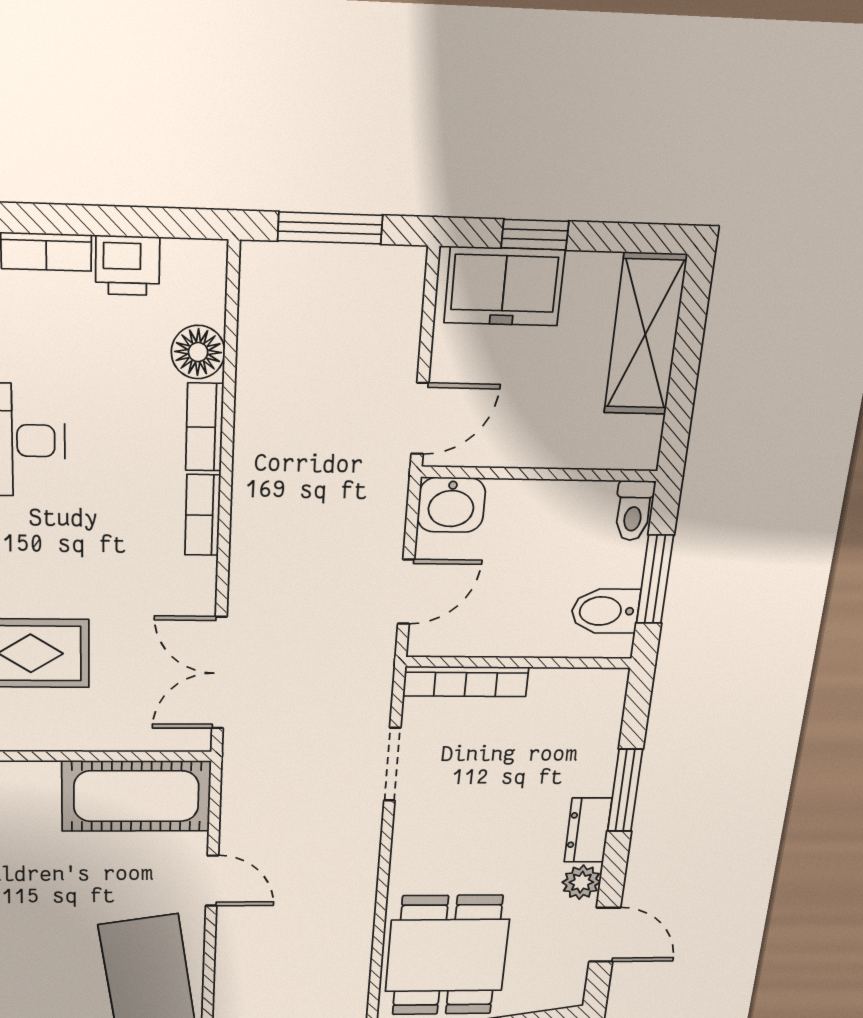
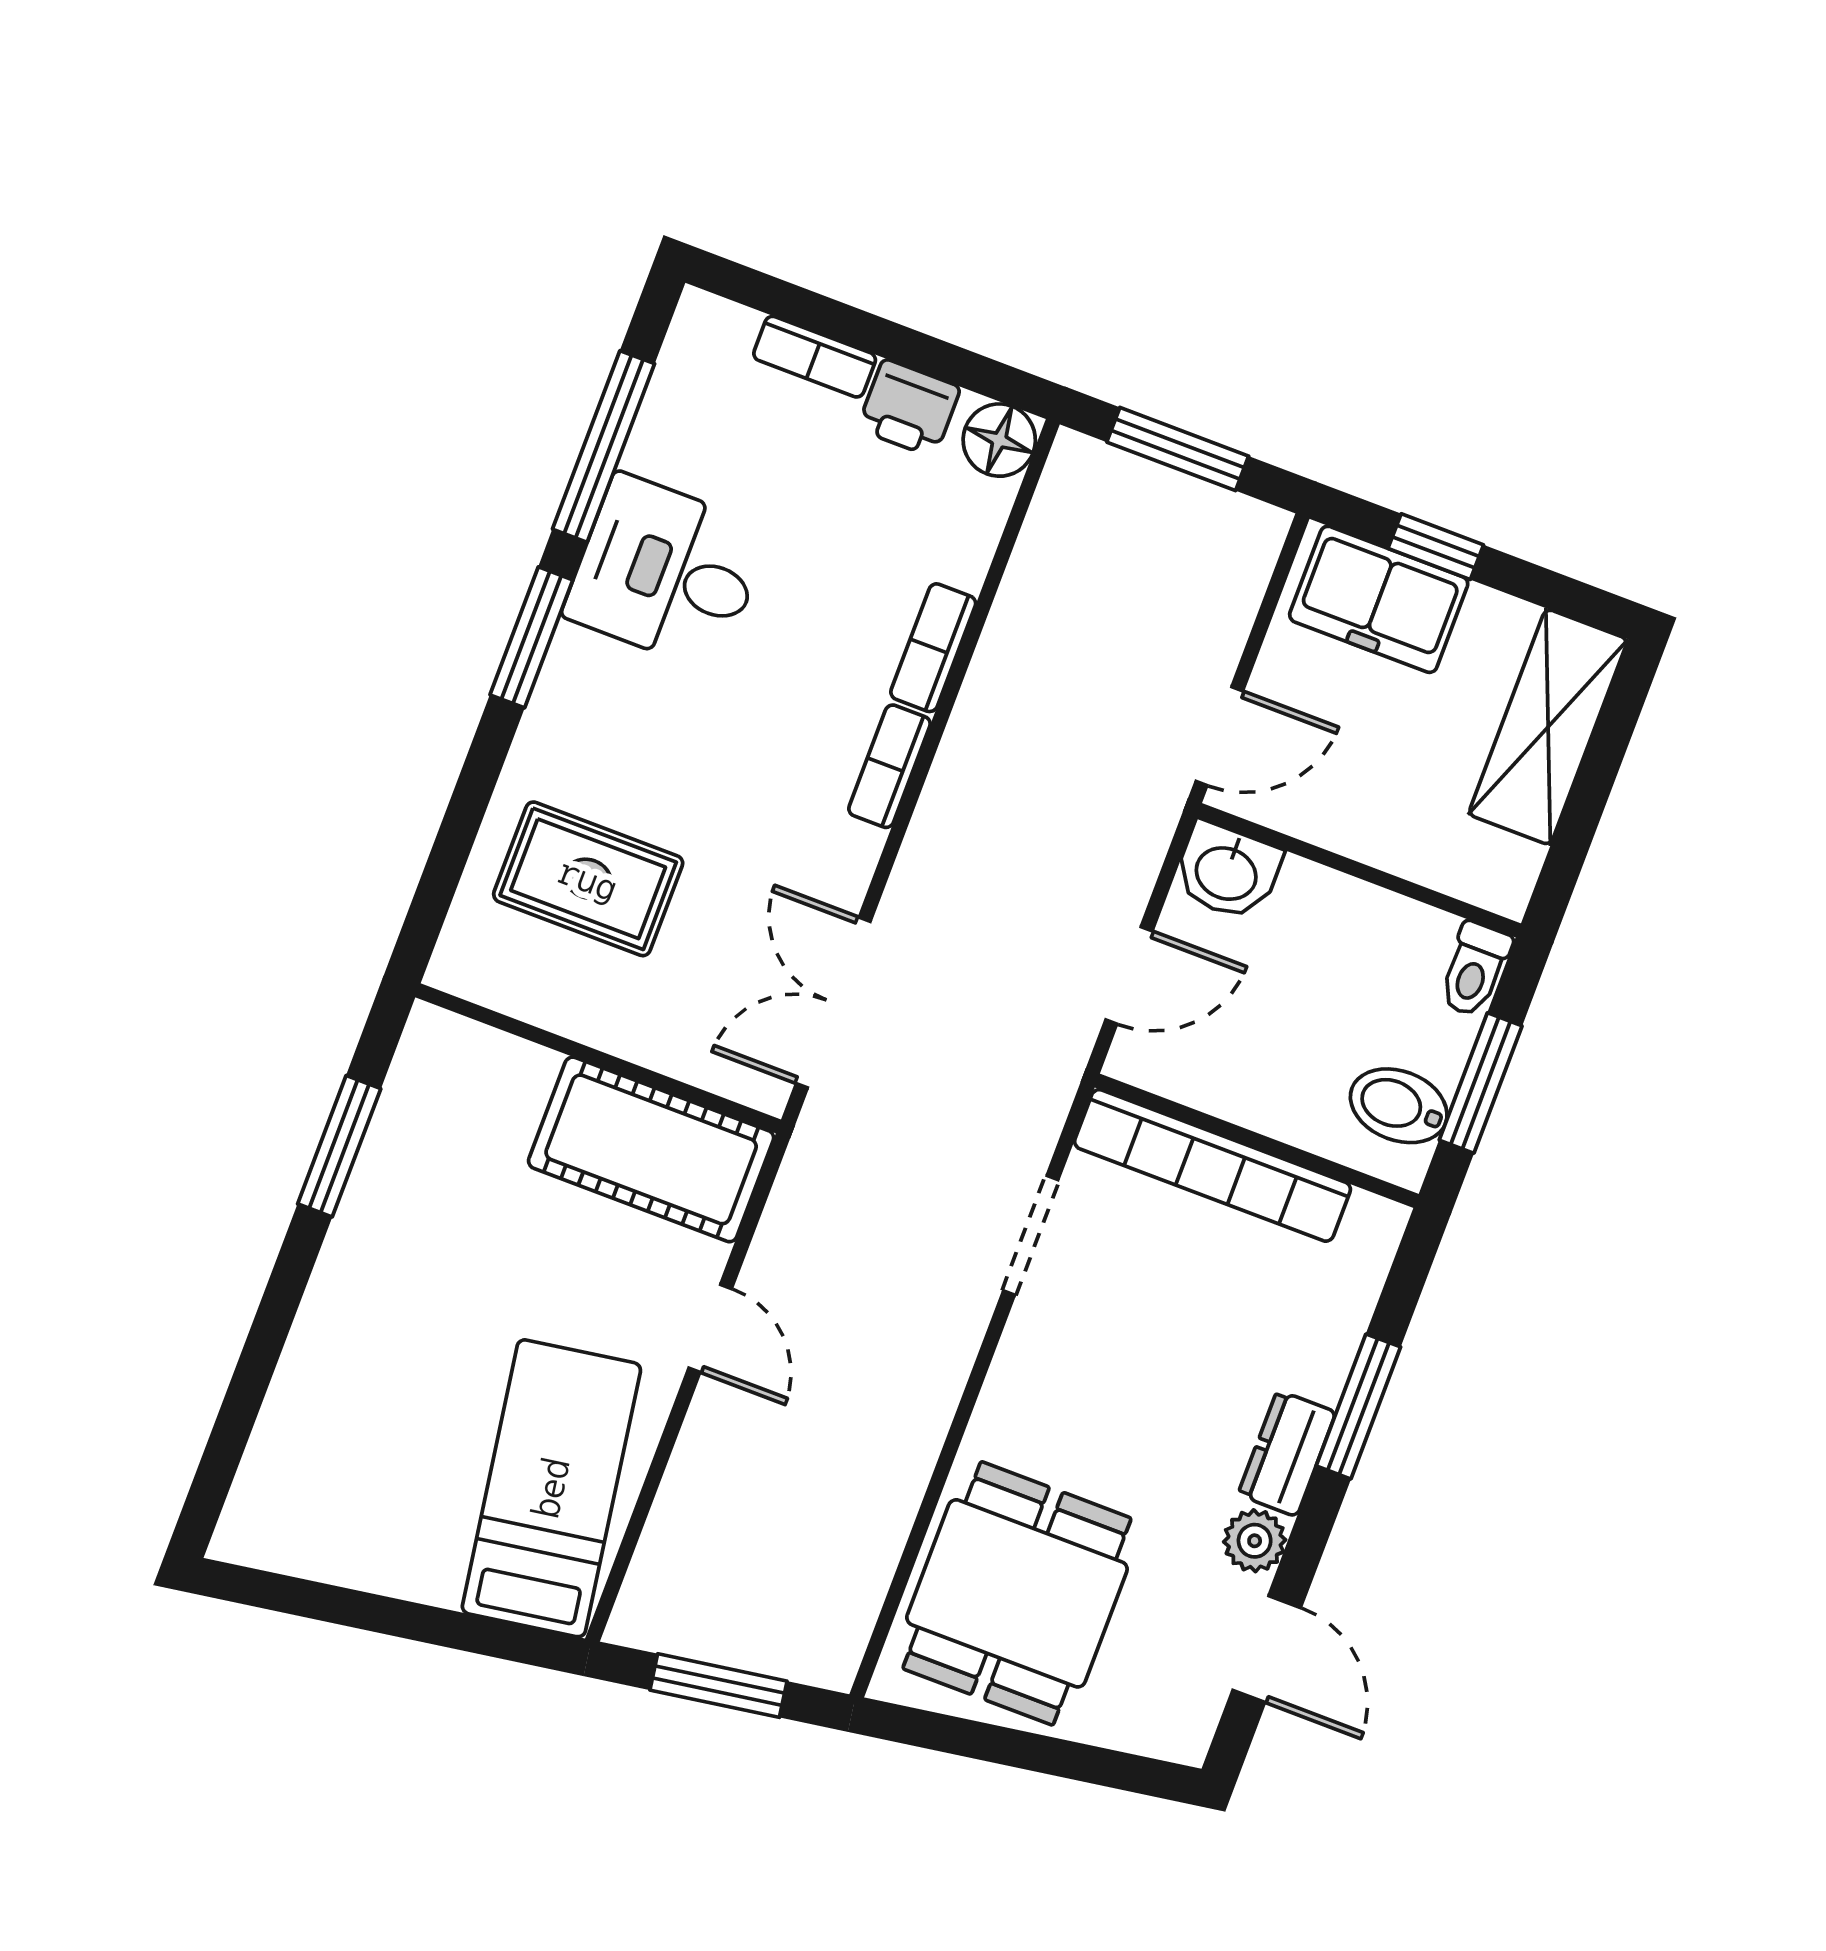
floor lamp: (198, 352) -> (999, 440), moved
bookcase: (466, 681) -> (1213, 1165), width x1.48, depth x1.31

